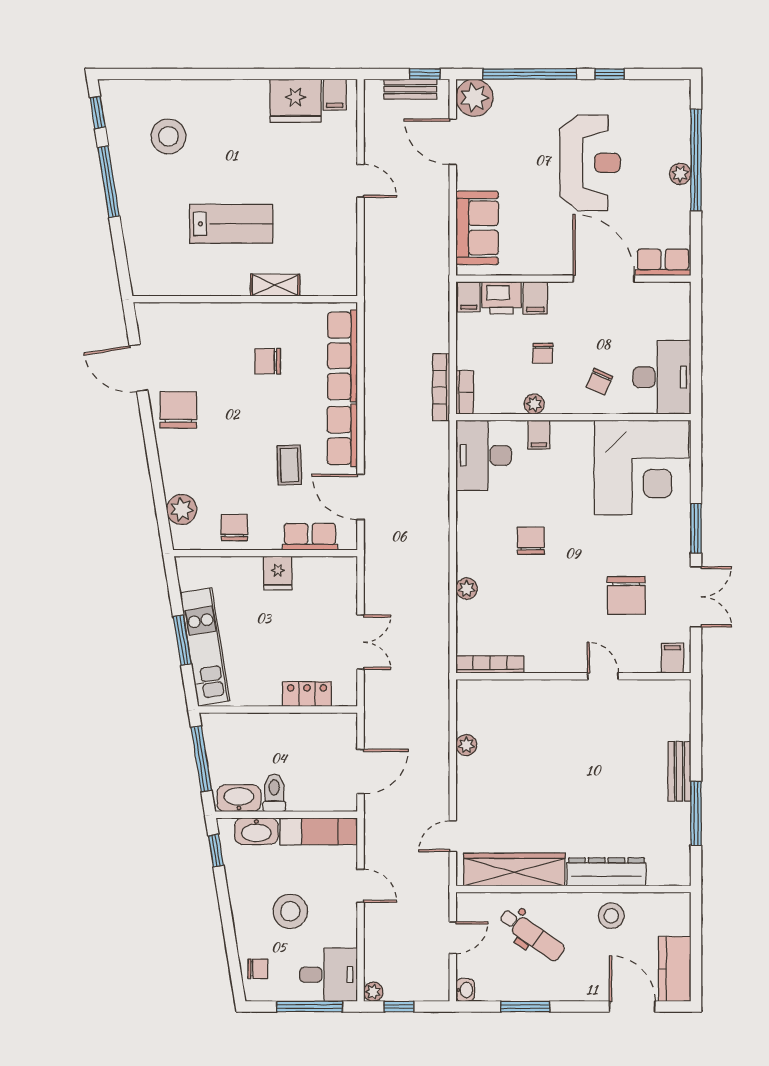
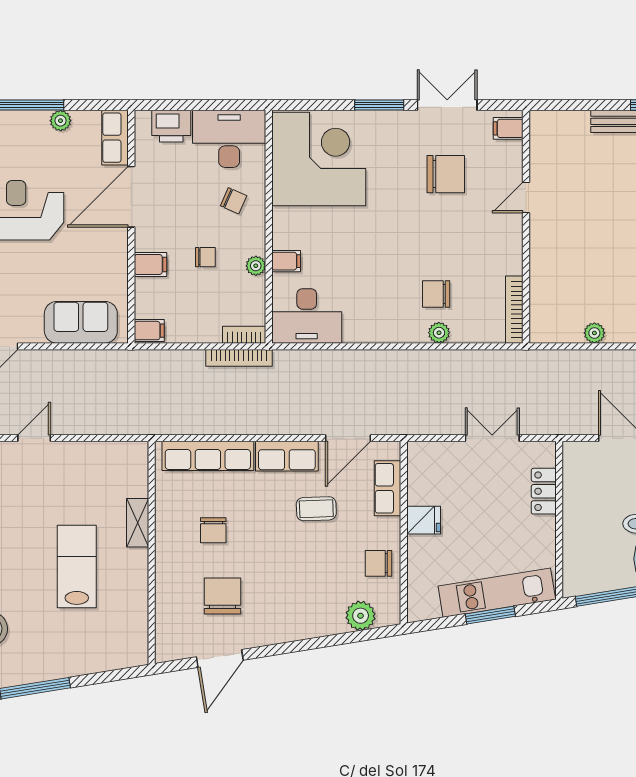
plant: (680, 174) -> (61, 121), moved
printer: (502, 298) -> (171, 126), moved, turned 90
chair: (178, 410) -> (223, 596), moved, turned 90
chair: (531, 541) -> (436, 294), moved

